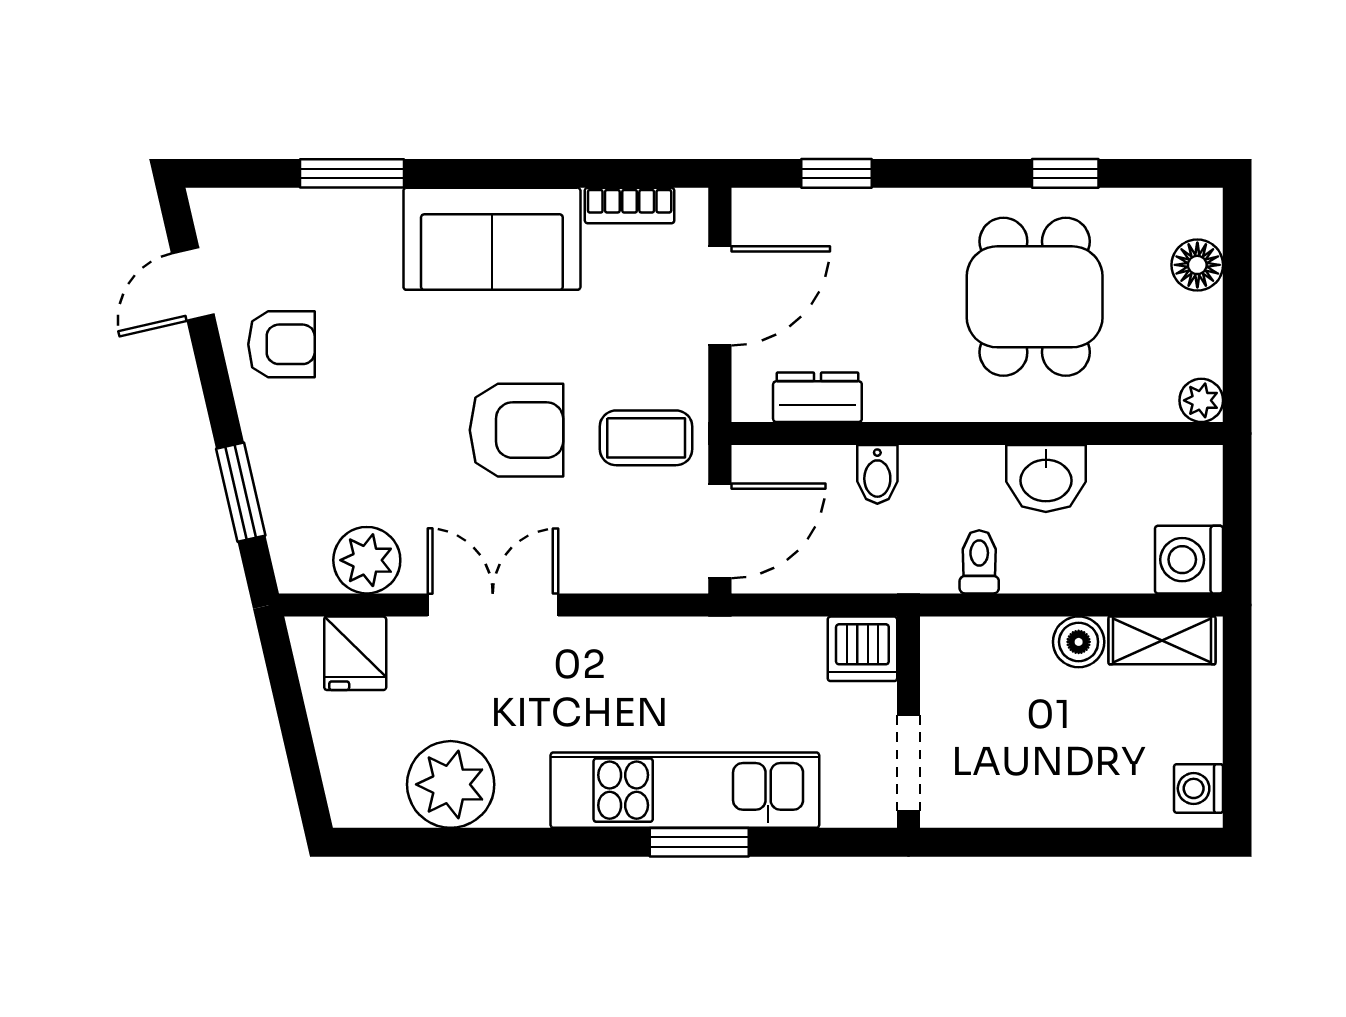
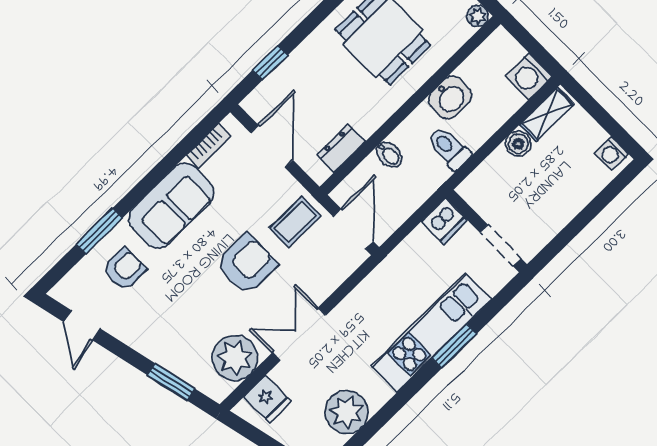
armchair: (281, 344) -> (124, 269), moved
plant: (367, 560) -> (235, 358), width x1.36, depth x1.36
toilet: (979, 562) -> (449, 148), width x1.37, depth x1.39

